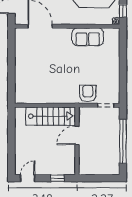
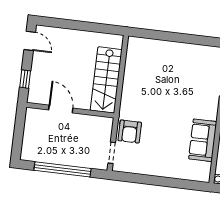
armchair: (88, 93) -> (130, 132), turned 90
door: (77, 135) -> (61, 109), moved

